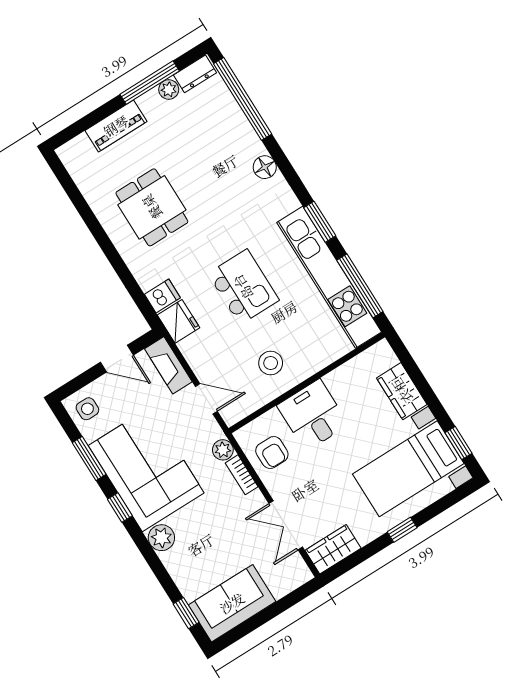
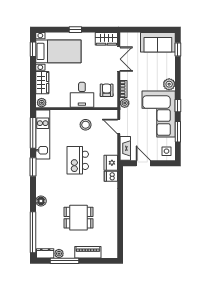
dining table: (152, 207) -> (78, 218), moved, turned 90
kitchen unit: (329, 277) -> (43, 135), width x0.73
plant: (379, 353) -> (42, 103), added

